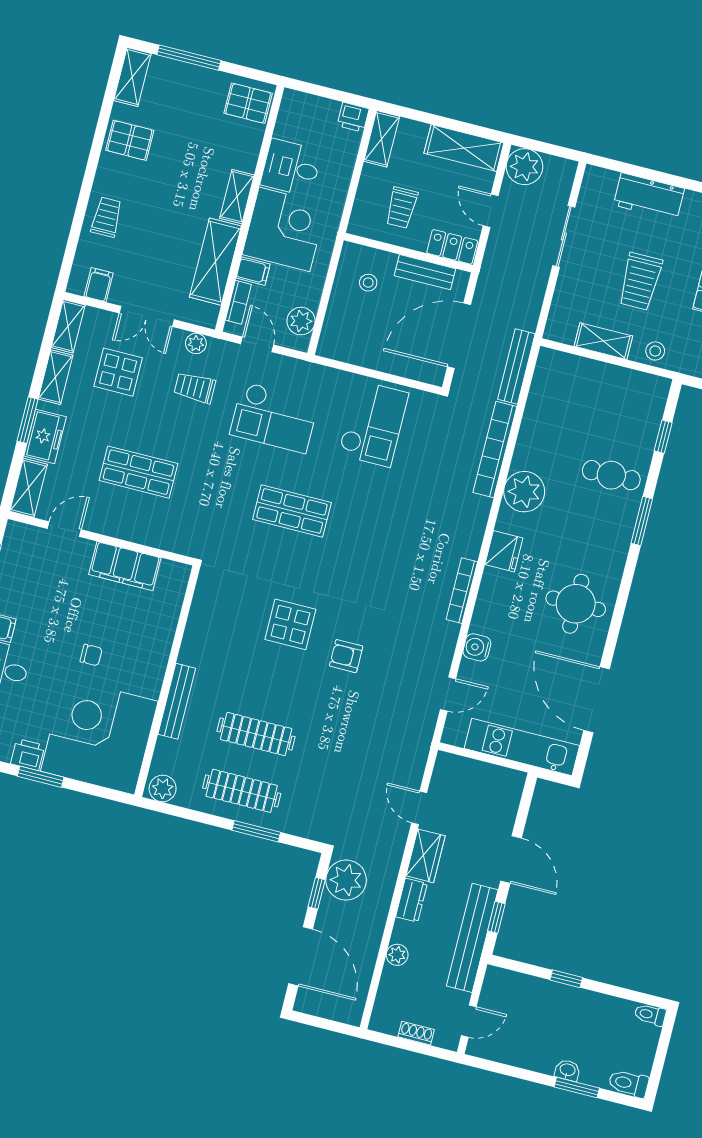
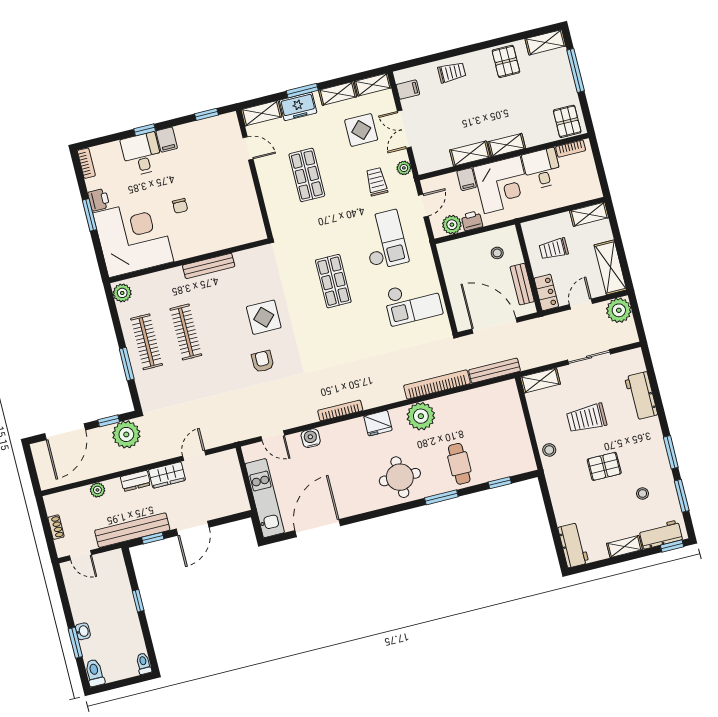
printer: (353, 117) -> (472, 221), moved, turned 90
shelving: (215, 262) -> (470, 154), width x0.67, depth x0.75
bookcase: (238, 302) -> (571, 149), moved
shelving: (603, 341) -> (540, 381), moved, turned 90
checkout: (274, 417) -> (384, 240), turned 180
filing cabinet: (125, 566) -> (245, 197), removed
round table: (576, 604) -> (400, 477), moved
bench: (177, 701) -> (209, 266), moved

